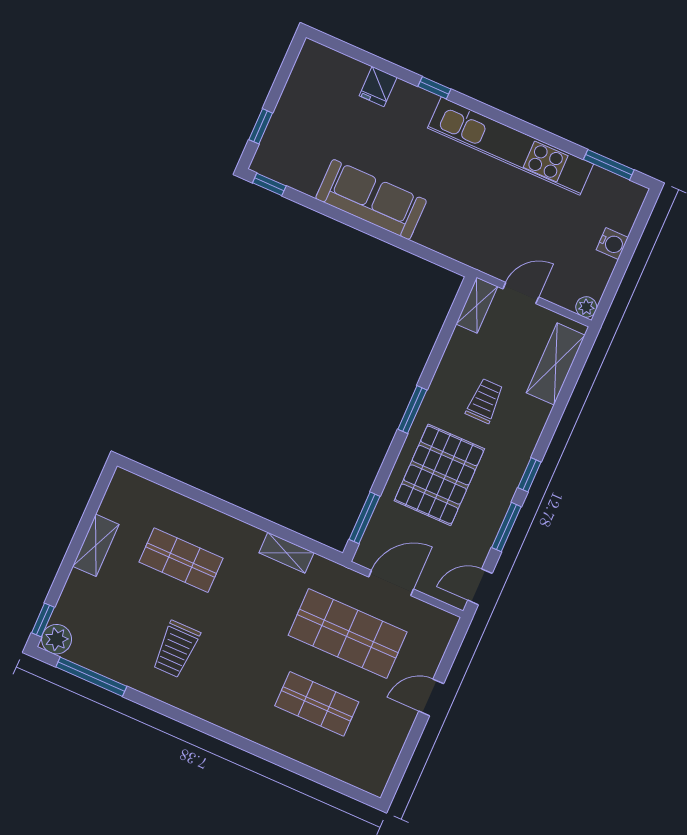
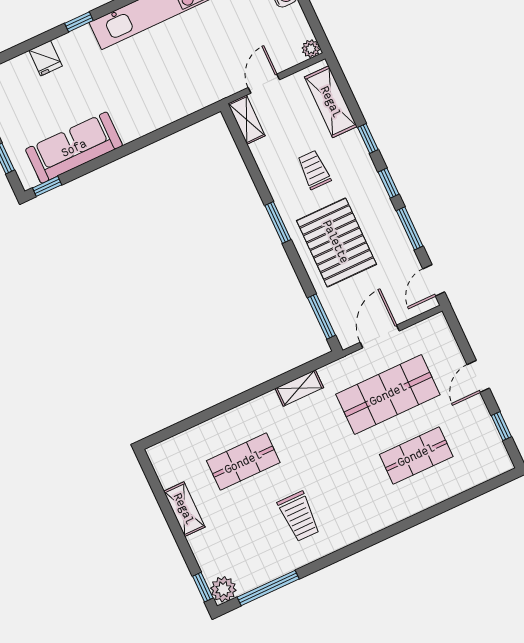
sofa: (371, 199) -> (74, 148), moved
window: (552, 423) -> (368, 138), added
window: (406, 755) -> (501, 426), added

